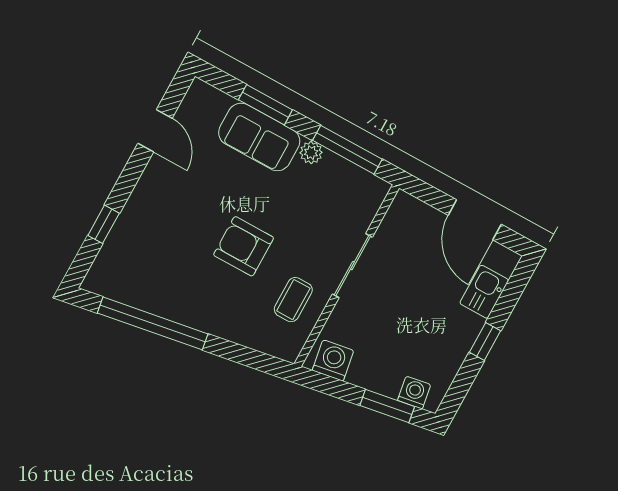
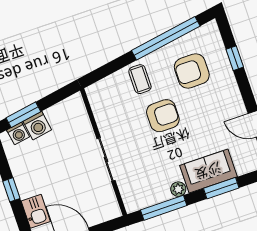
armchair: (163, 260) -> (192, 71), added
coffee table: (293, 300) -> (140, 79), moved
washing machine: (333, 360) -> (37, 126), moved

